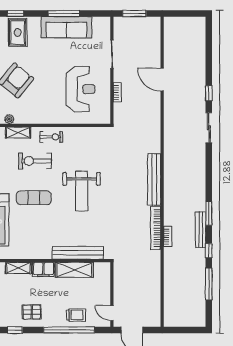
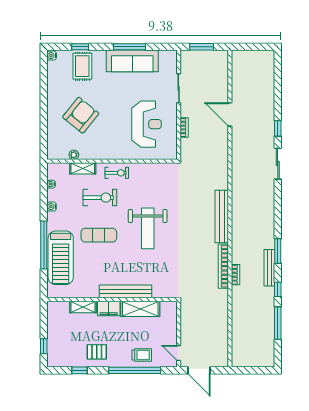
exercise bike: (35, 161) -> (100, 198), turned 180
bench: (78, 253) -> (125, 291), moved

